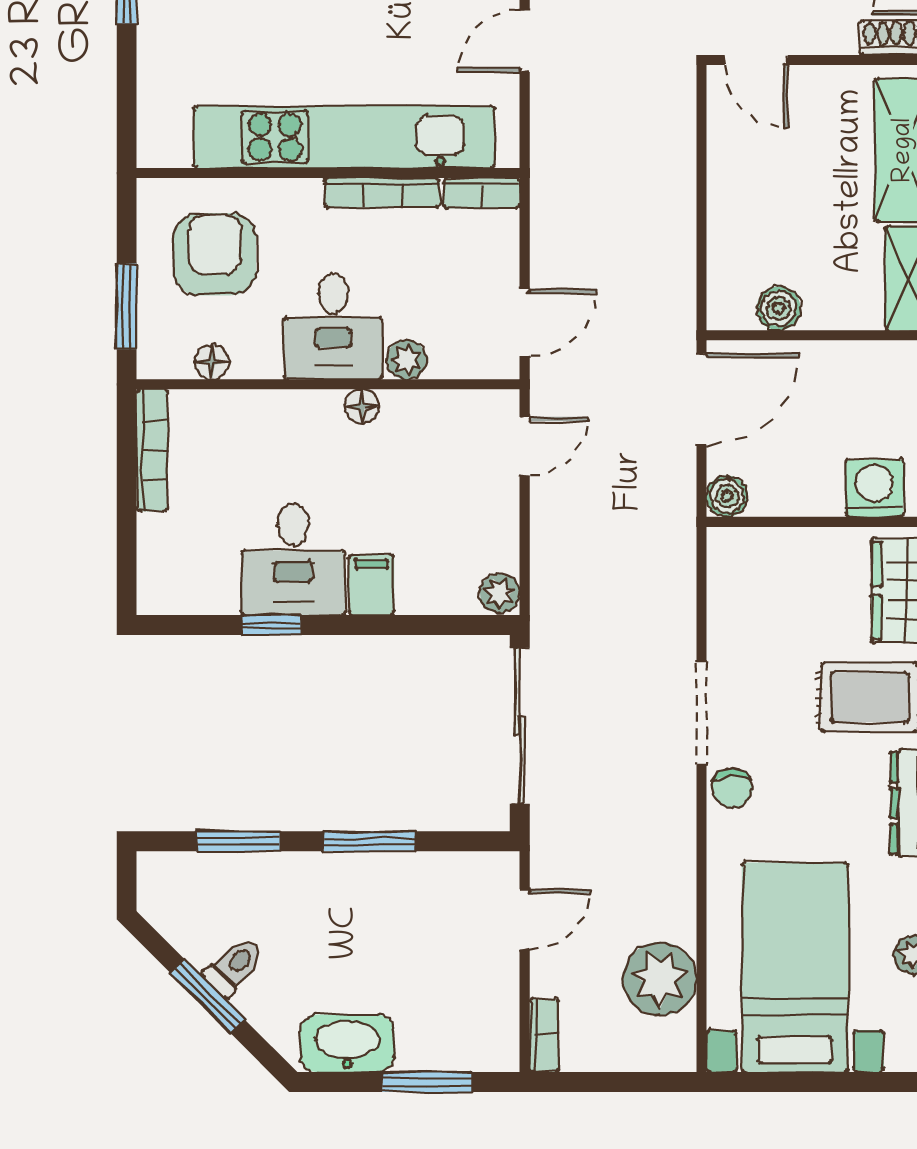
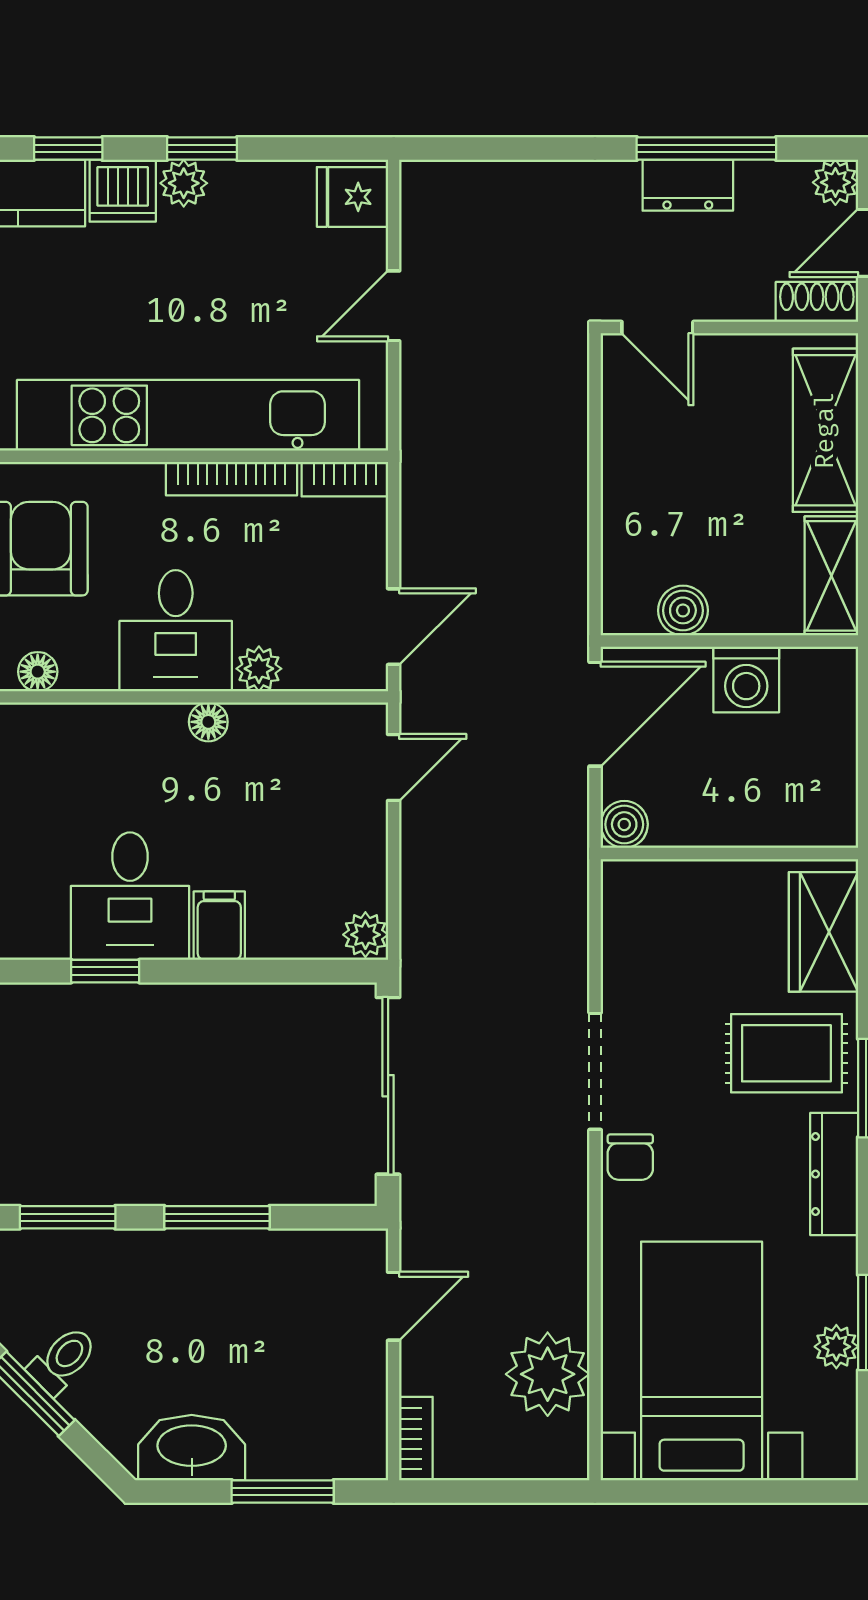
washing machine: (874, 488) -> (746, 679), moved, turned 180

